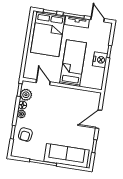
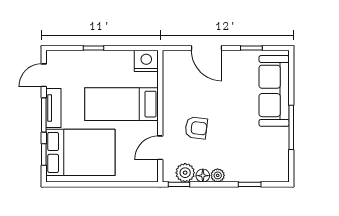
nightstand: (100, 60) -> (146, 61), moved
armchair: (25, 135) -> (196, 128), moved

